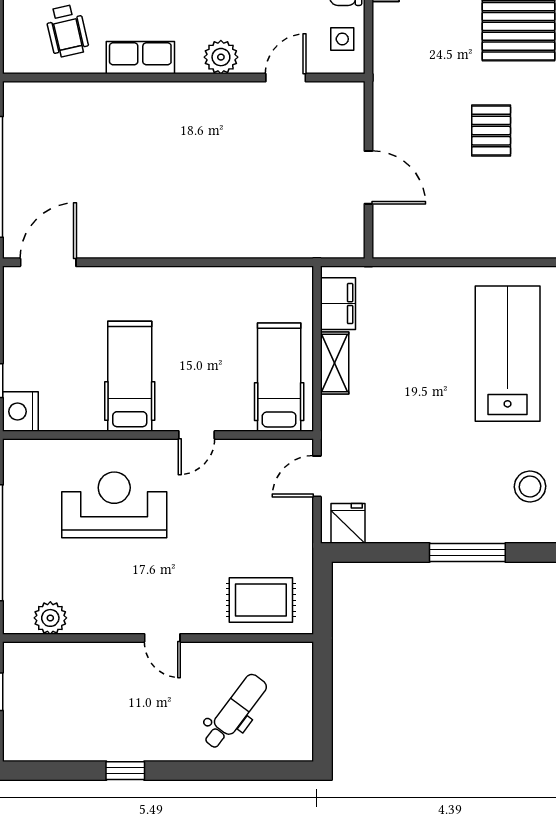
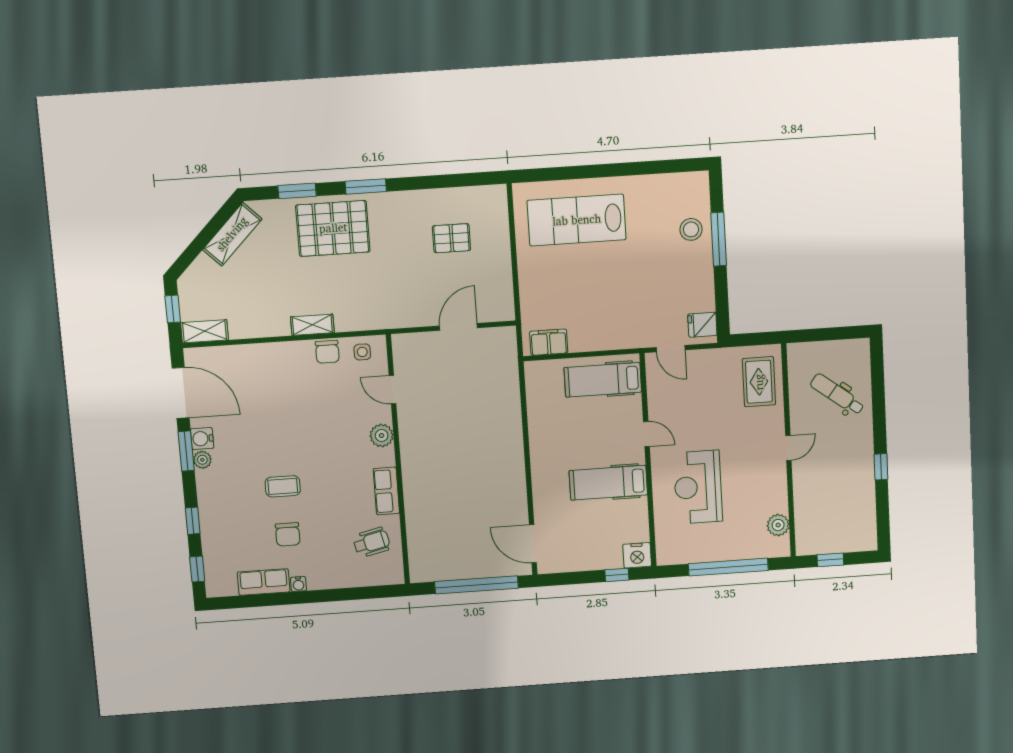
pallet: (491, 131) -> (451, 238), moved
shelving: (335, 363) -> (591, 342), removed
stool: (530, 487) -> (691, 229), moved

